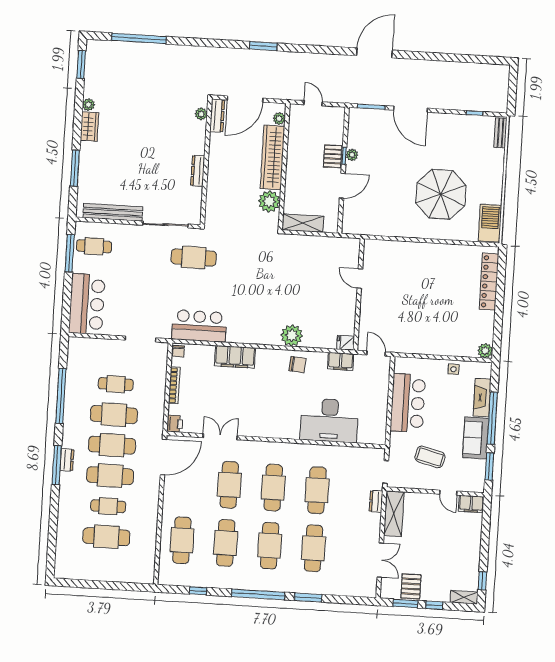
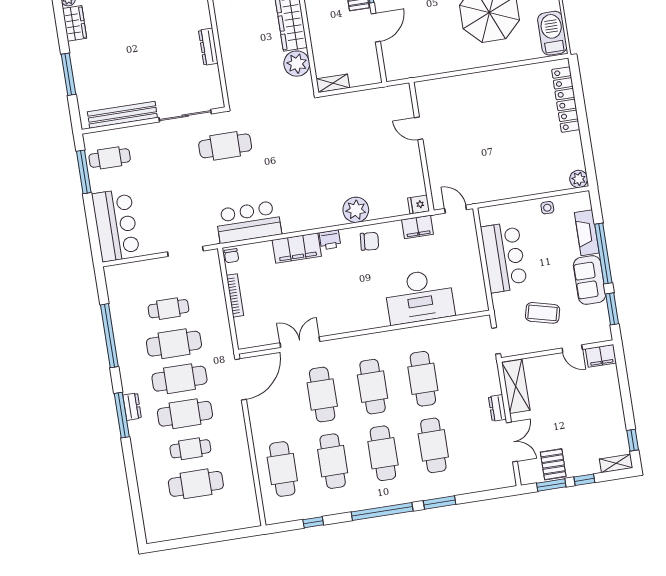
shelving: (303, 223) -> (333, 83), width x0.67, depth x0.75
printer: (175, 424) -> (330, 240), moved, turned 90
dresser: (376, 501) -> (497, 408), moved

